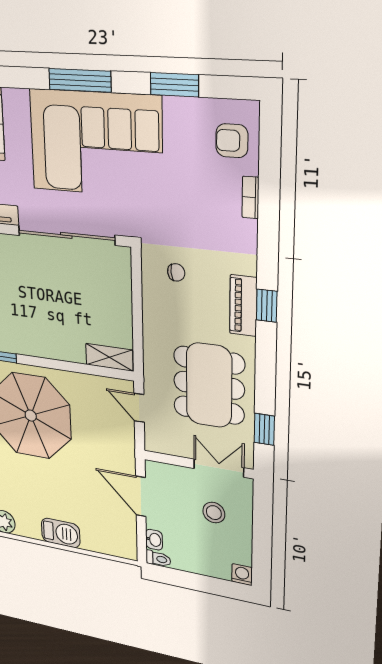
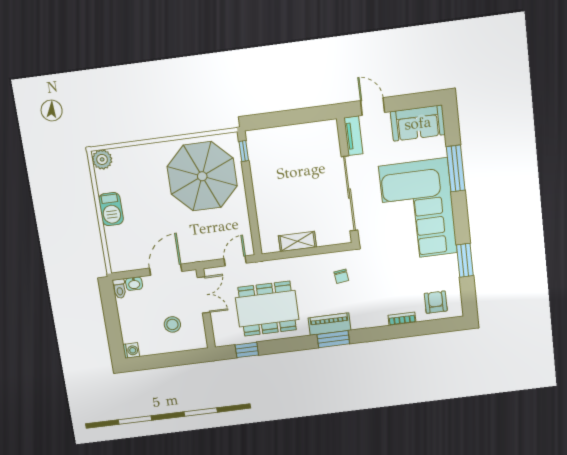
window: (80, 80) -> (456, 169), moved
window: (267, 306) -> (333, 339), width x1.50
shelving: (109, 357) -> (297, 241), moved, turned 90
double door: (219, 468) -> (204, 295), moved

